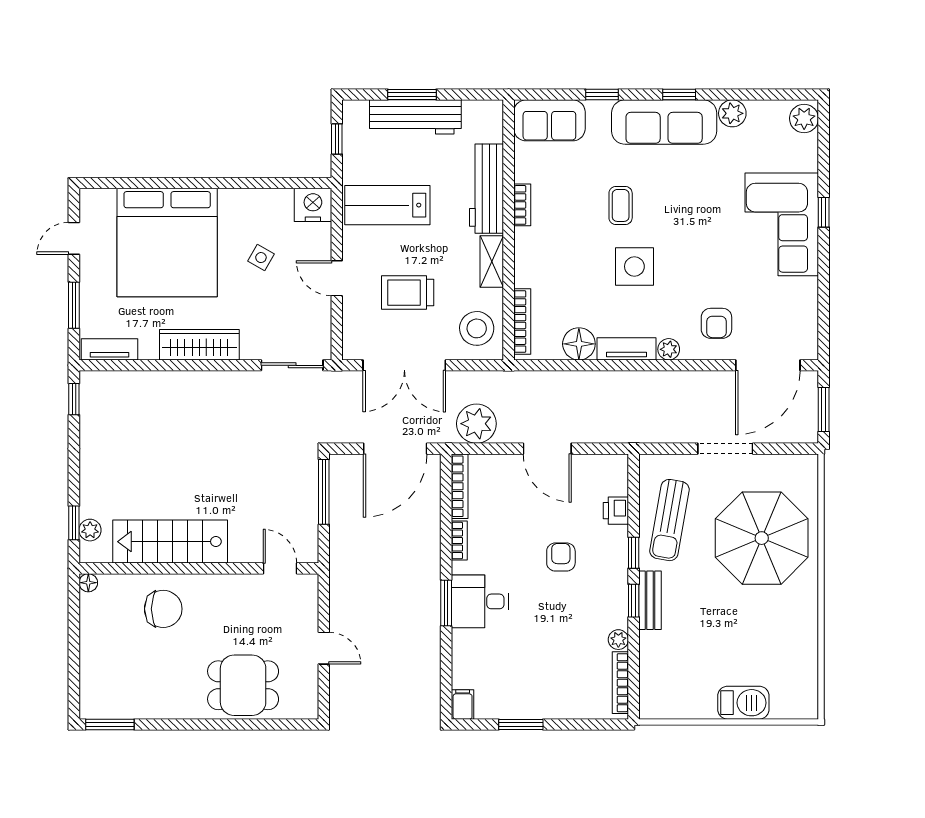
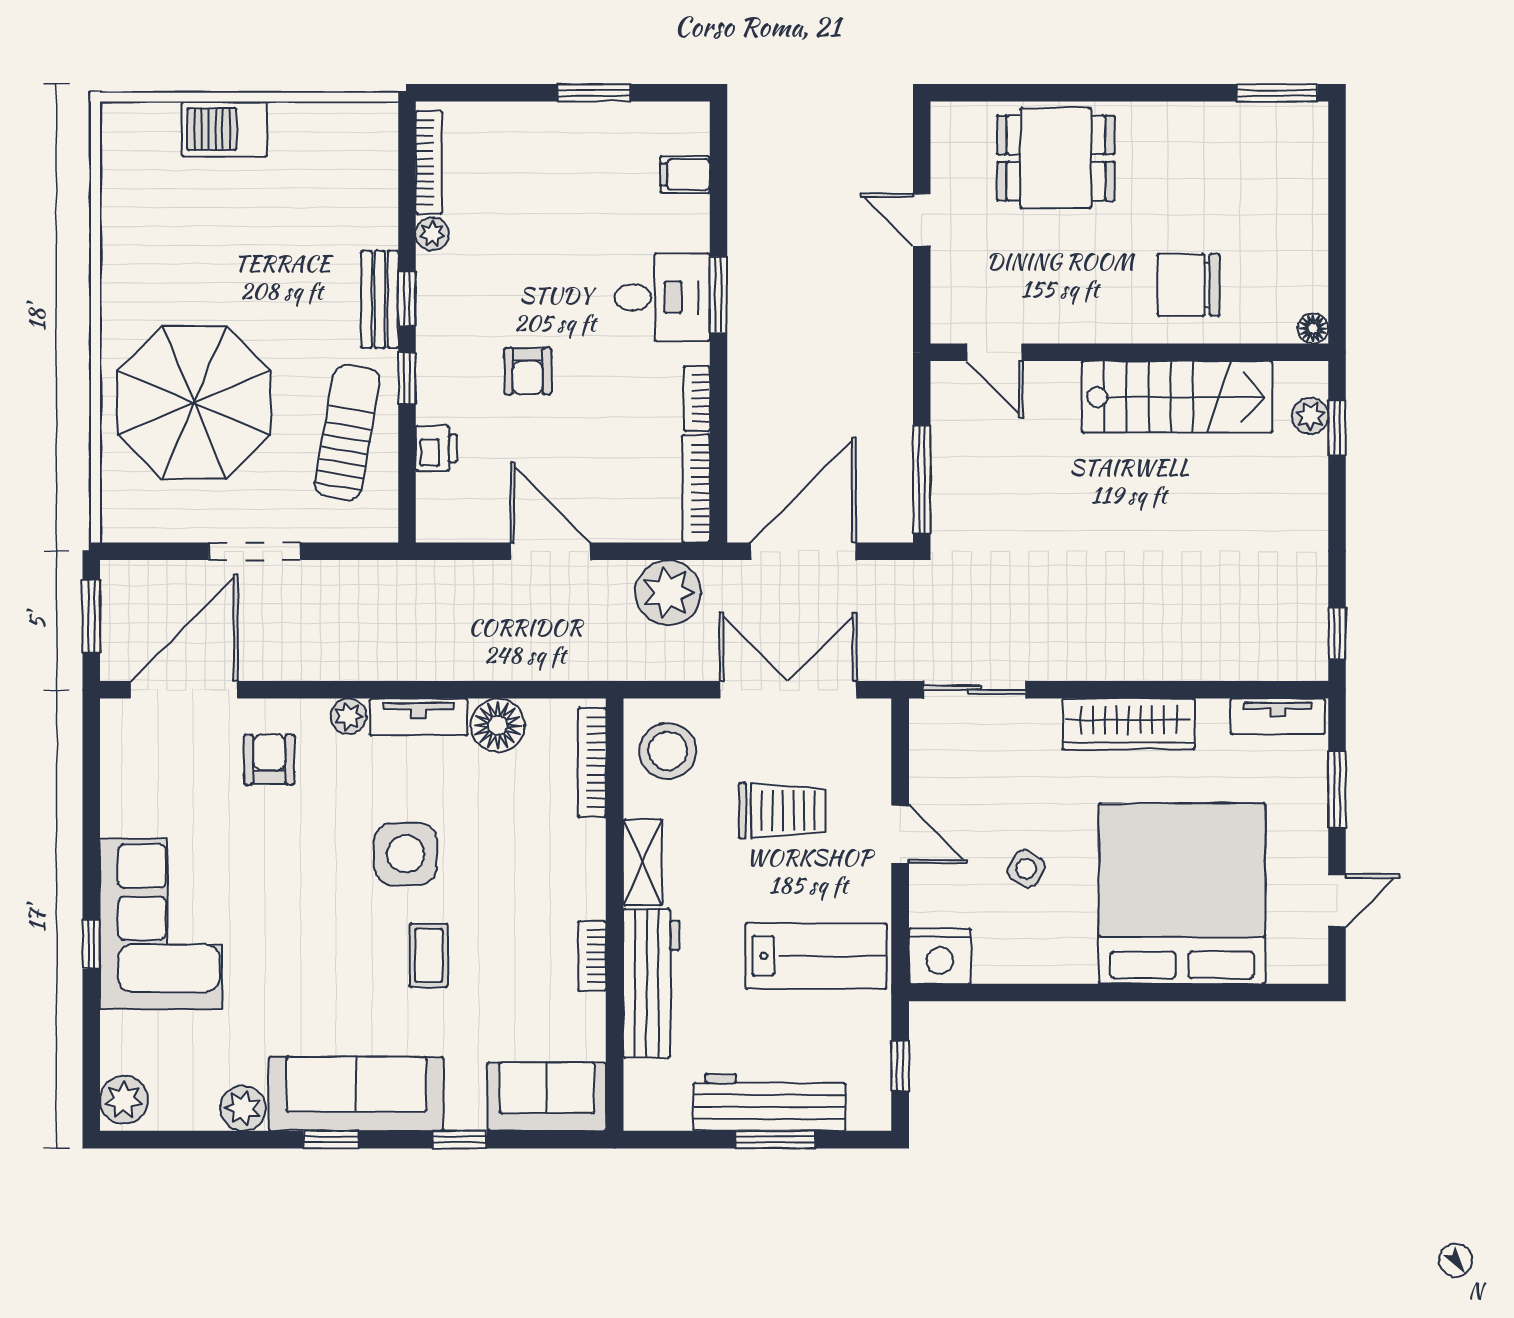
filing cabinet: (463, 704) -> (685, 174), moved, turned 90

